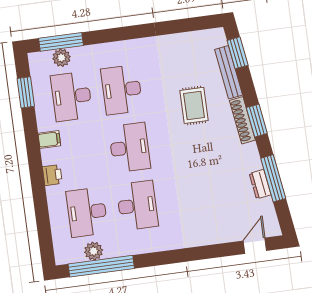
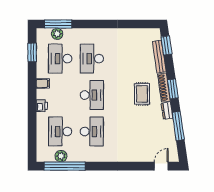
rug: (194, 105) -> (142, 94), moved
dresser: (260, 184) -> (167, 111), moved

